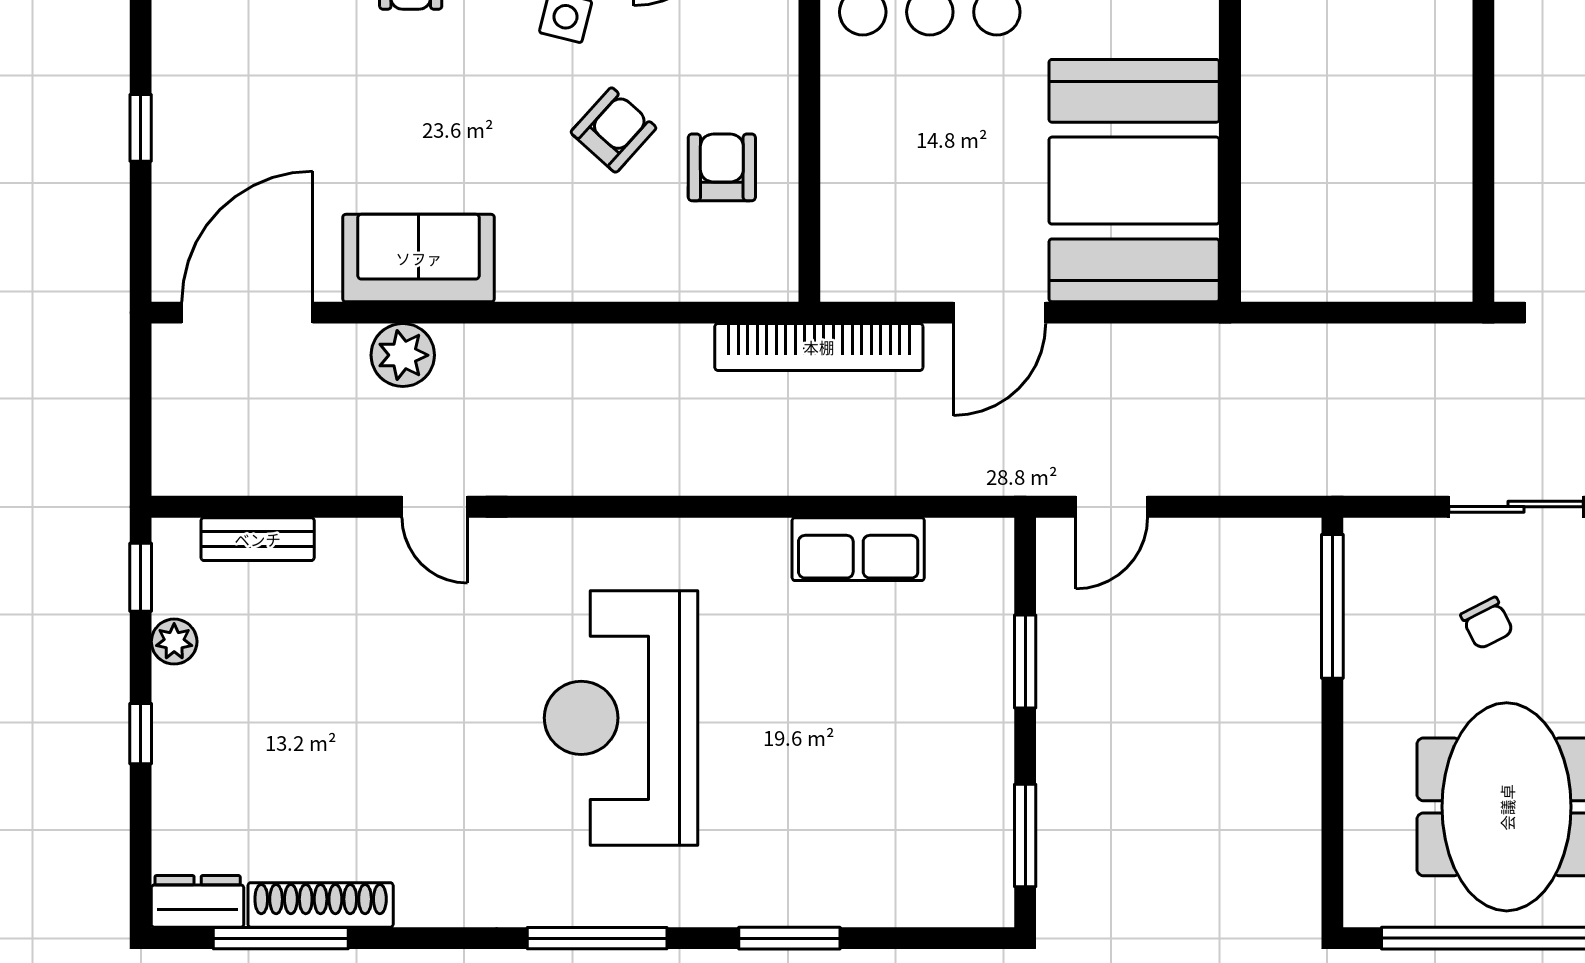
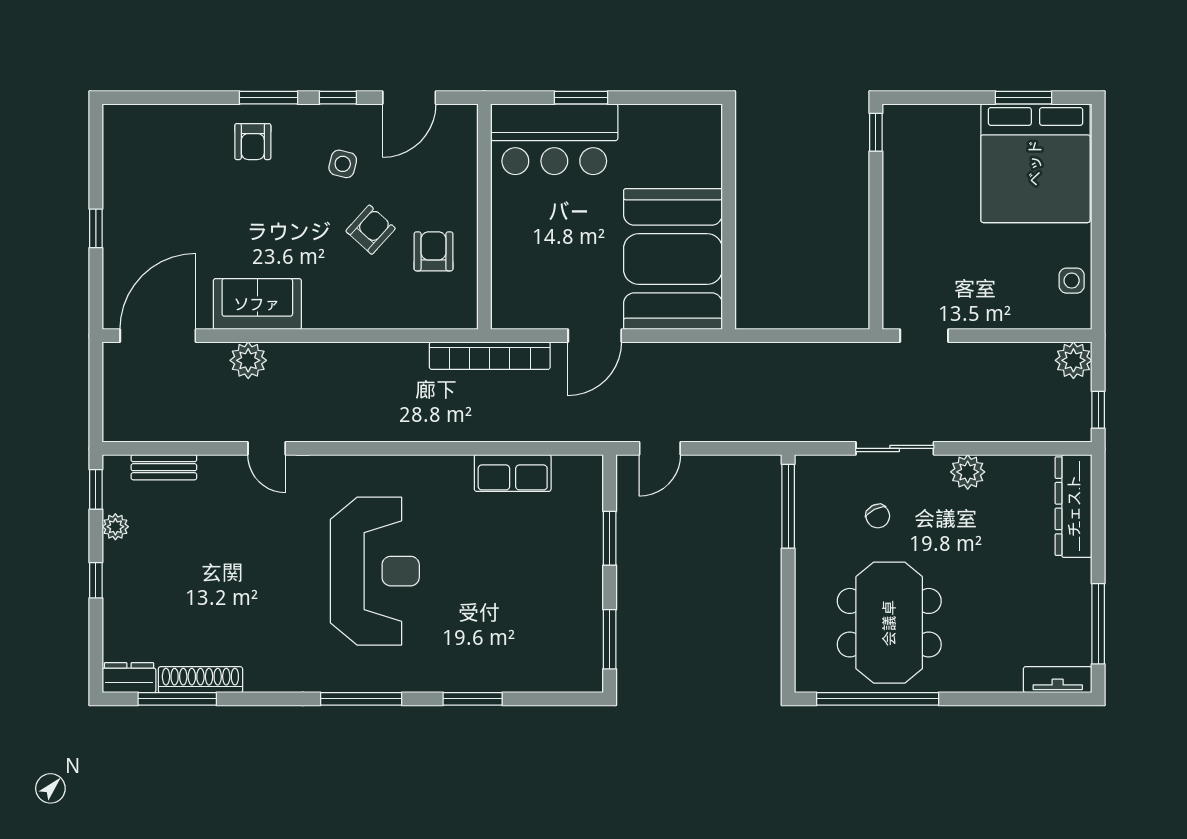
reception desk: (621, 718) -> (375, 571), turned 180

